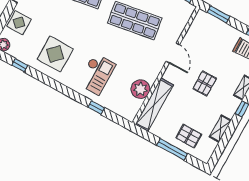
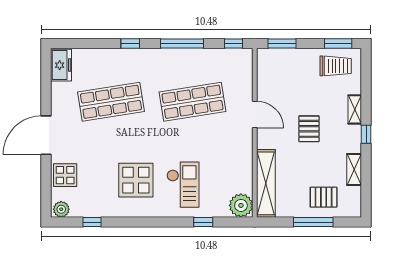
display table: (55, 54) -> (136, 180), moved
plant: (140, 89) -> (241, 205), moved

